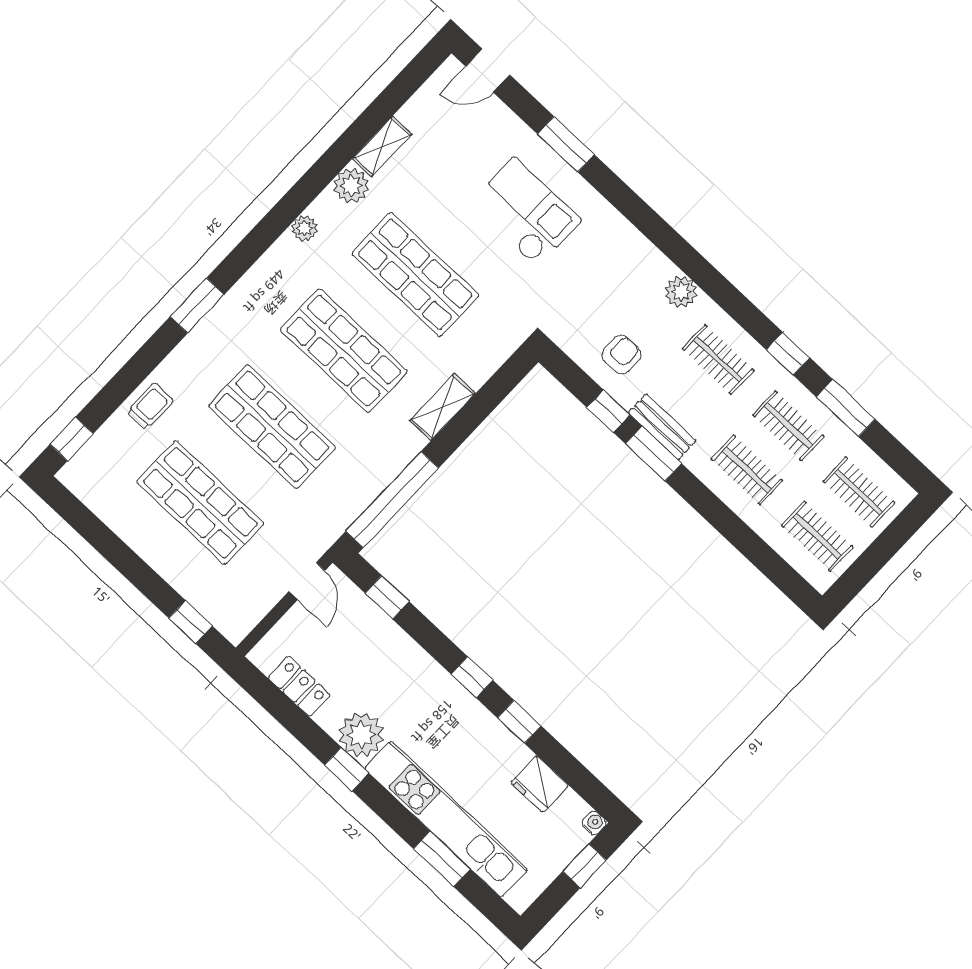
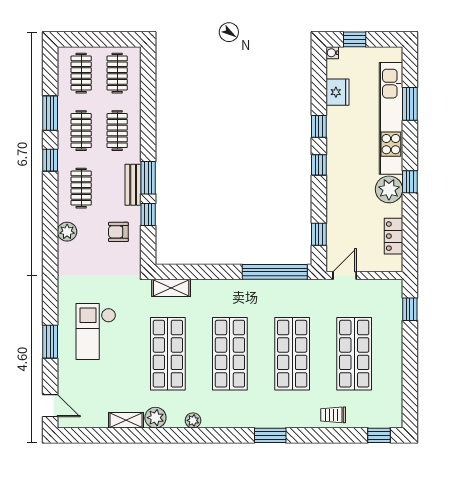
shelving: (443, 407) -> (171, 288), moved

